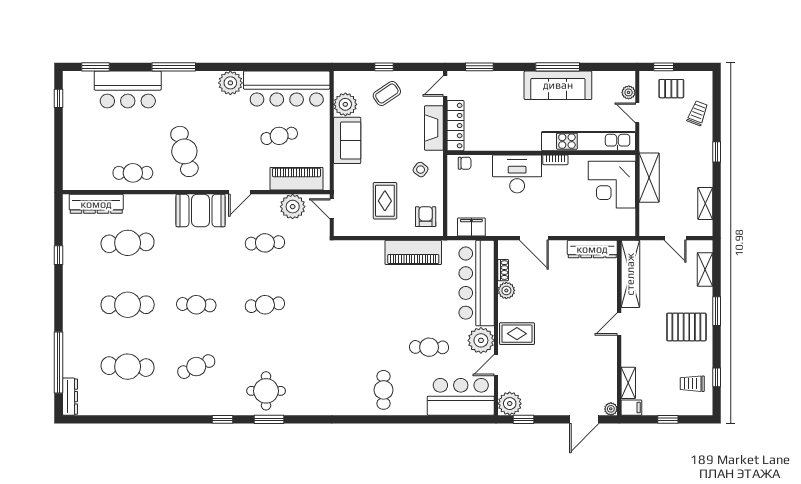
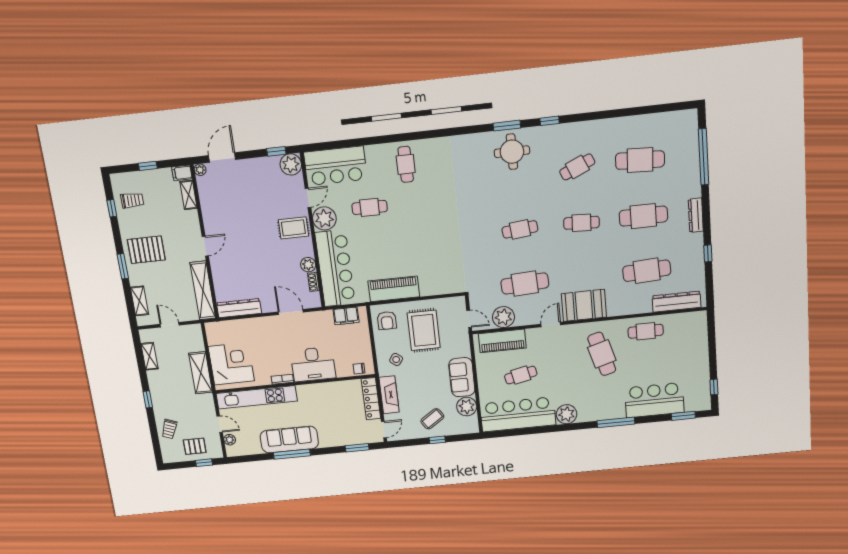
rug: (385, 201) -> (424, 330), width x1.36, depth x1.43
cafe table: (265, 243) -> (525, 283), width x1.37, depth x1.35
dresser: (70, 397) -> (696, 215), moved

